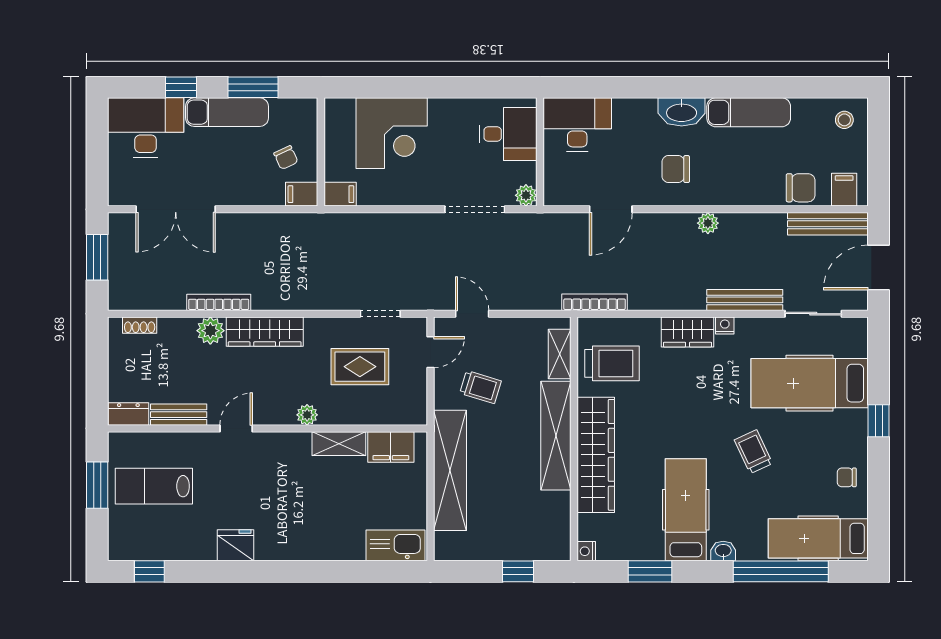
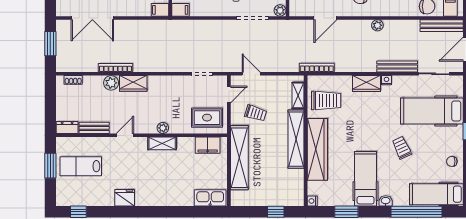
wardrobe: (265, 332) -> (133, 83), width x0.67
rug: (360, 367) -> (207, 118), moved
shelving: (339, 444) -> (162, 143), moved

